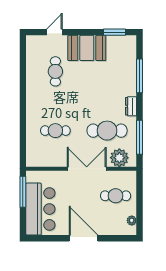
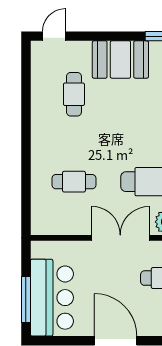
door: (54, 32) -> (54, 36), moved
window: (23, 192) -> (26, 299), moved

